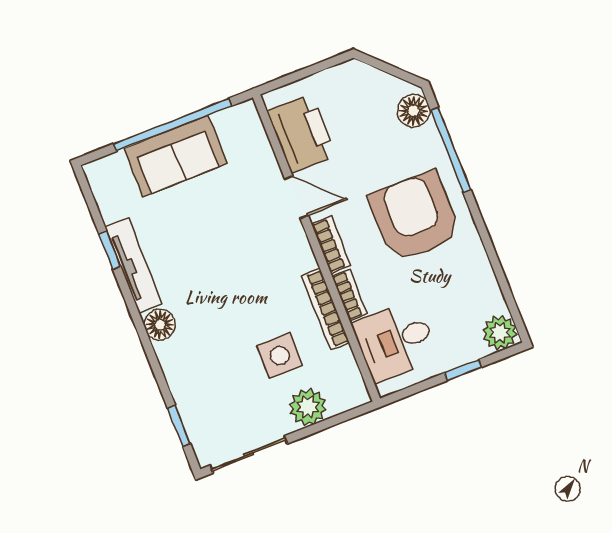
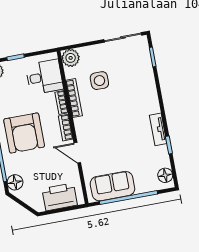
printer: (302, 133) -> (60, 197), moved, turned 90
sofa: (176, 156) -> (112, 186), moved
tv unit: (134, 266) -> (158, 129), width x0.71
floor lamp: (160, 325) -> (165, 175), moved
plant: (308, 407) -> (71, 58), moved

